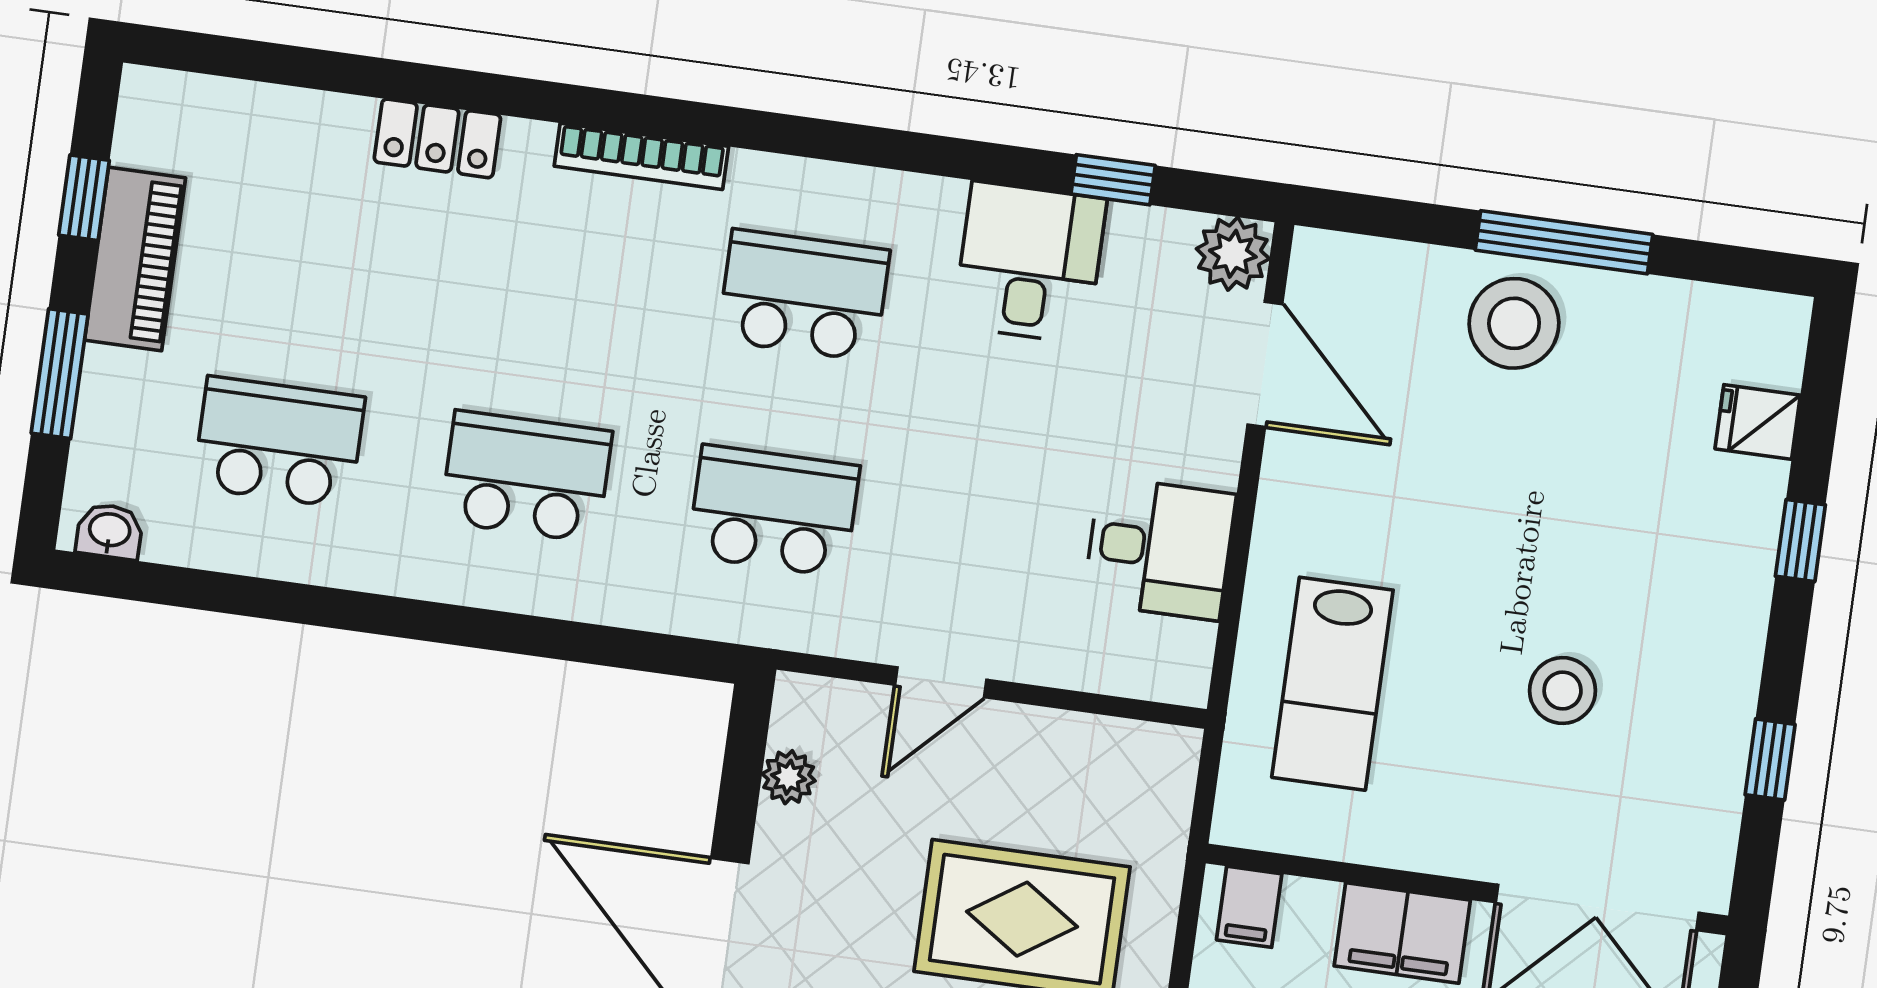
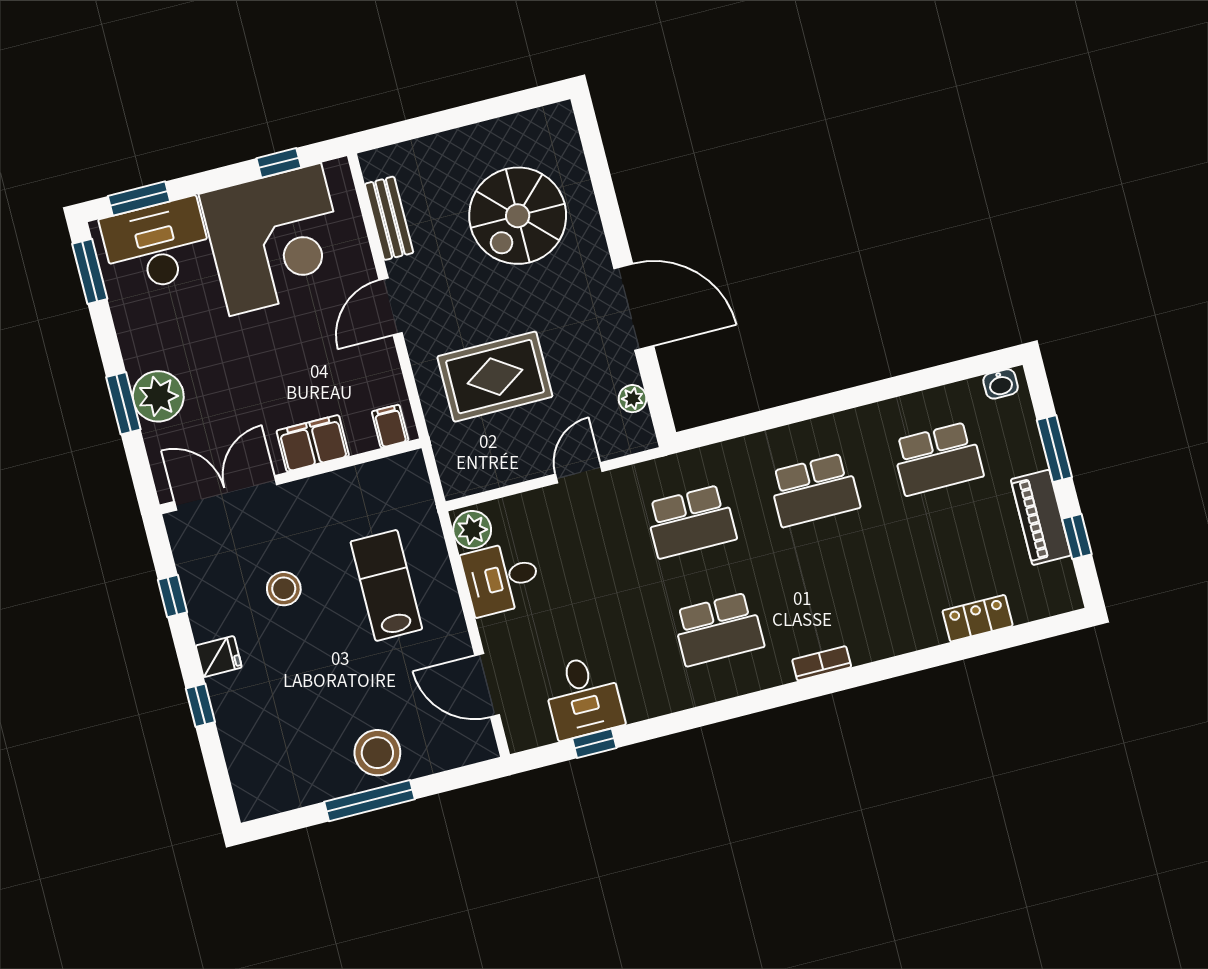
locker: (437, 138) -> (978, 618), moved
bookcase: (641, 156) -> (822, 663), width x0.64
plant: (1233, 254) -> (472, 530), moved
desk: (1030, 263) -> (583, 697), moved
fridge: (1758, 422) -> (219, 656), moved
lab bench: (1332, 684) -> (386, 585), moved

